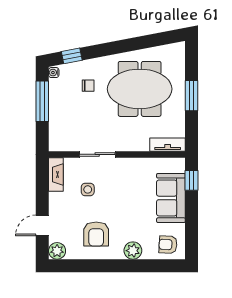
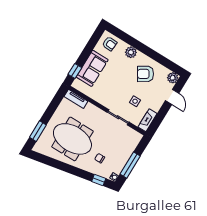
window: (192, 96) -> (38, 131), moved
door: (42, 225) -> (172, 97), hinge flipped
armchair: (96, 234) -> (145, 74), turned -122

